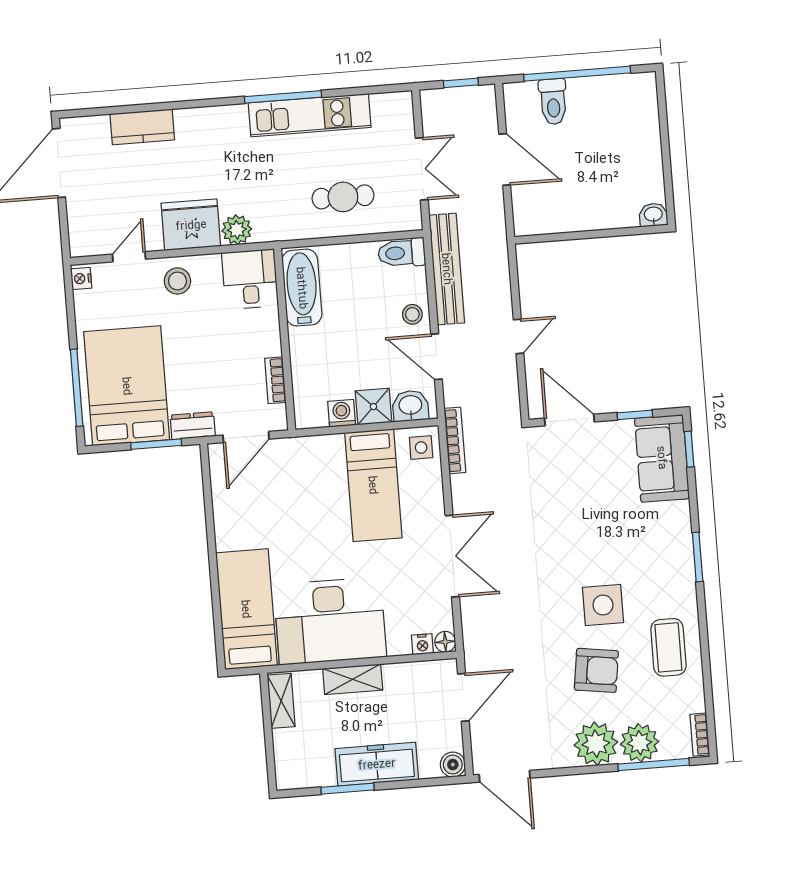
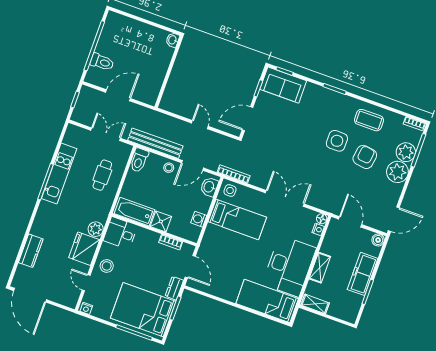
shower: (373, 407) -> (161, 221), moved

